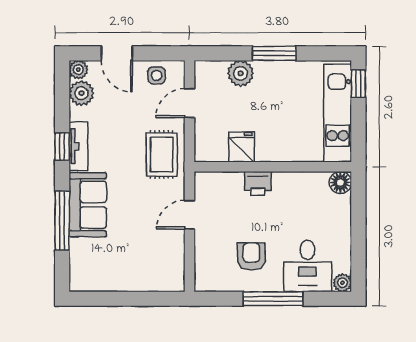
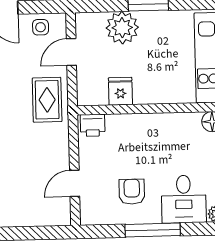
plant: (241, 73) -> (122, 28), width x1.36, depth x1.36
printer: (258, 183) -> (93, 125), moved
door: (189, 215) -> (75, 183), moved

